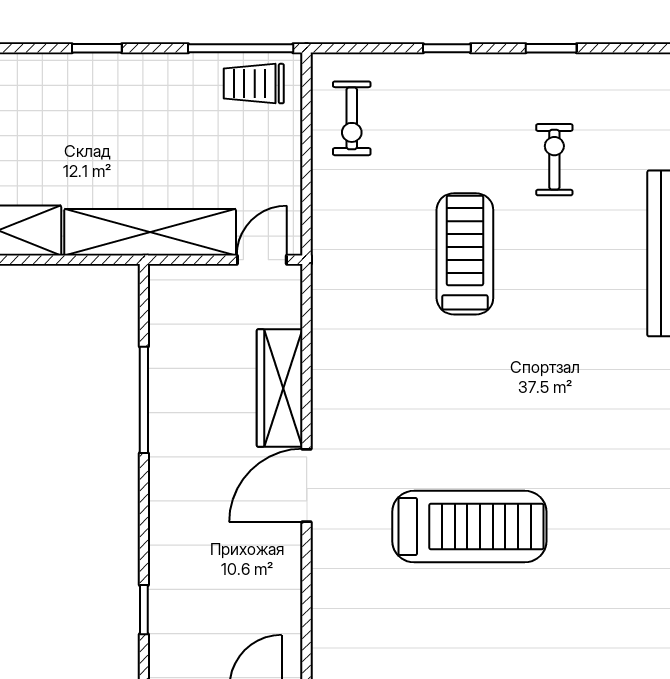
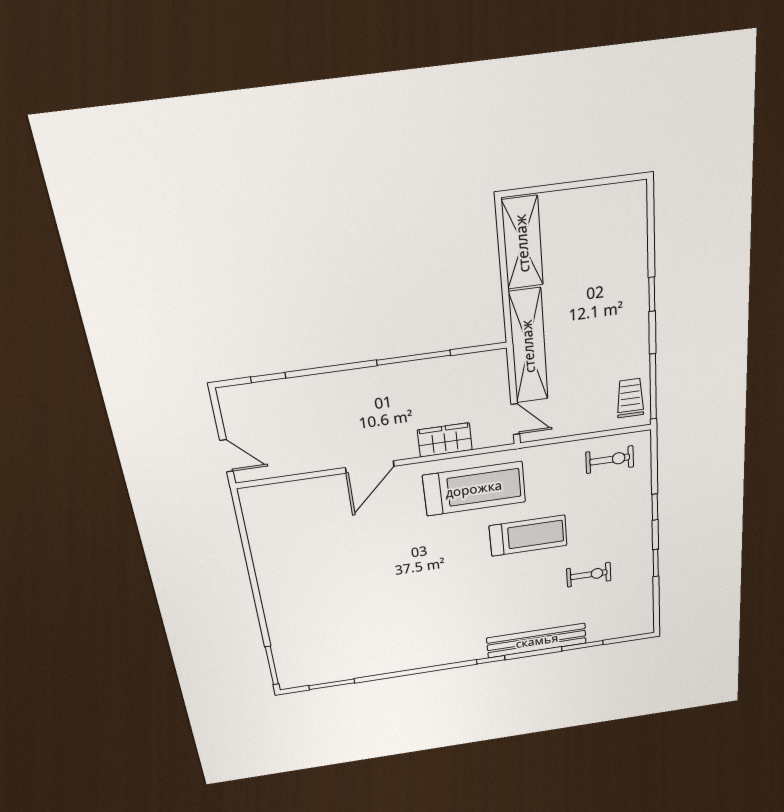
exercise bike: (352, 118) -> (610, 460), turned 180
wardrobe: (280, 388) -> (445, 440), width x0.67
door: (307, 485) -> (370, 467), swing flipped
treadmill: (469, 527) -> (474, 489), moved, turned -90

